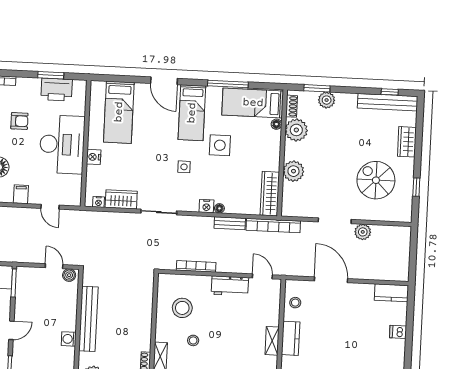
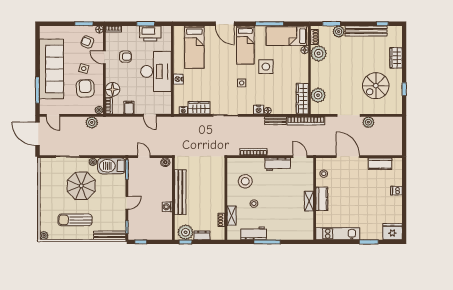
bench: (388, 102) -> (366, 31), moved
plant: (293, 171) -> (318, 95), moved
spiral stairs: (376, 180) -> (376, 86), turned -90
door: (54, 266) -> (144, 157), moved
kitchen counter: (391, 293) -> (380, 164), moved

